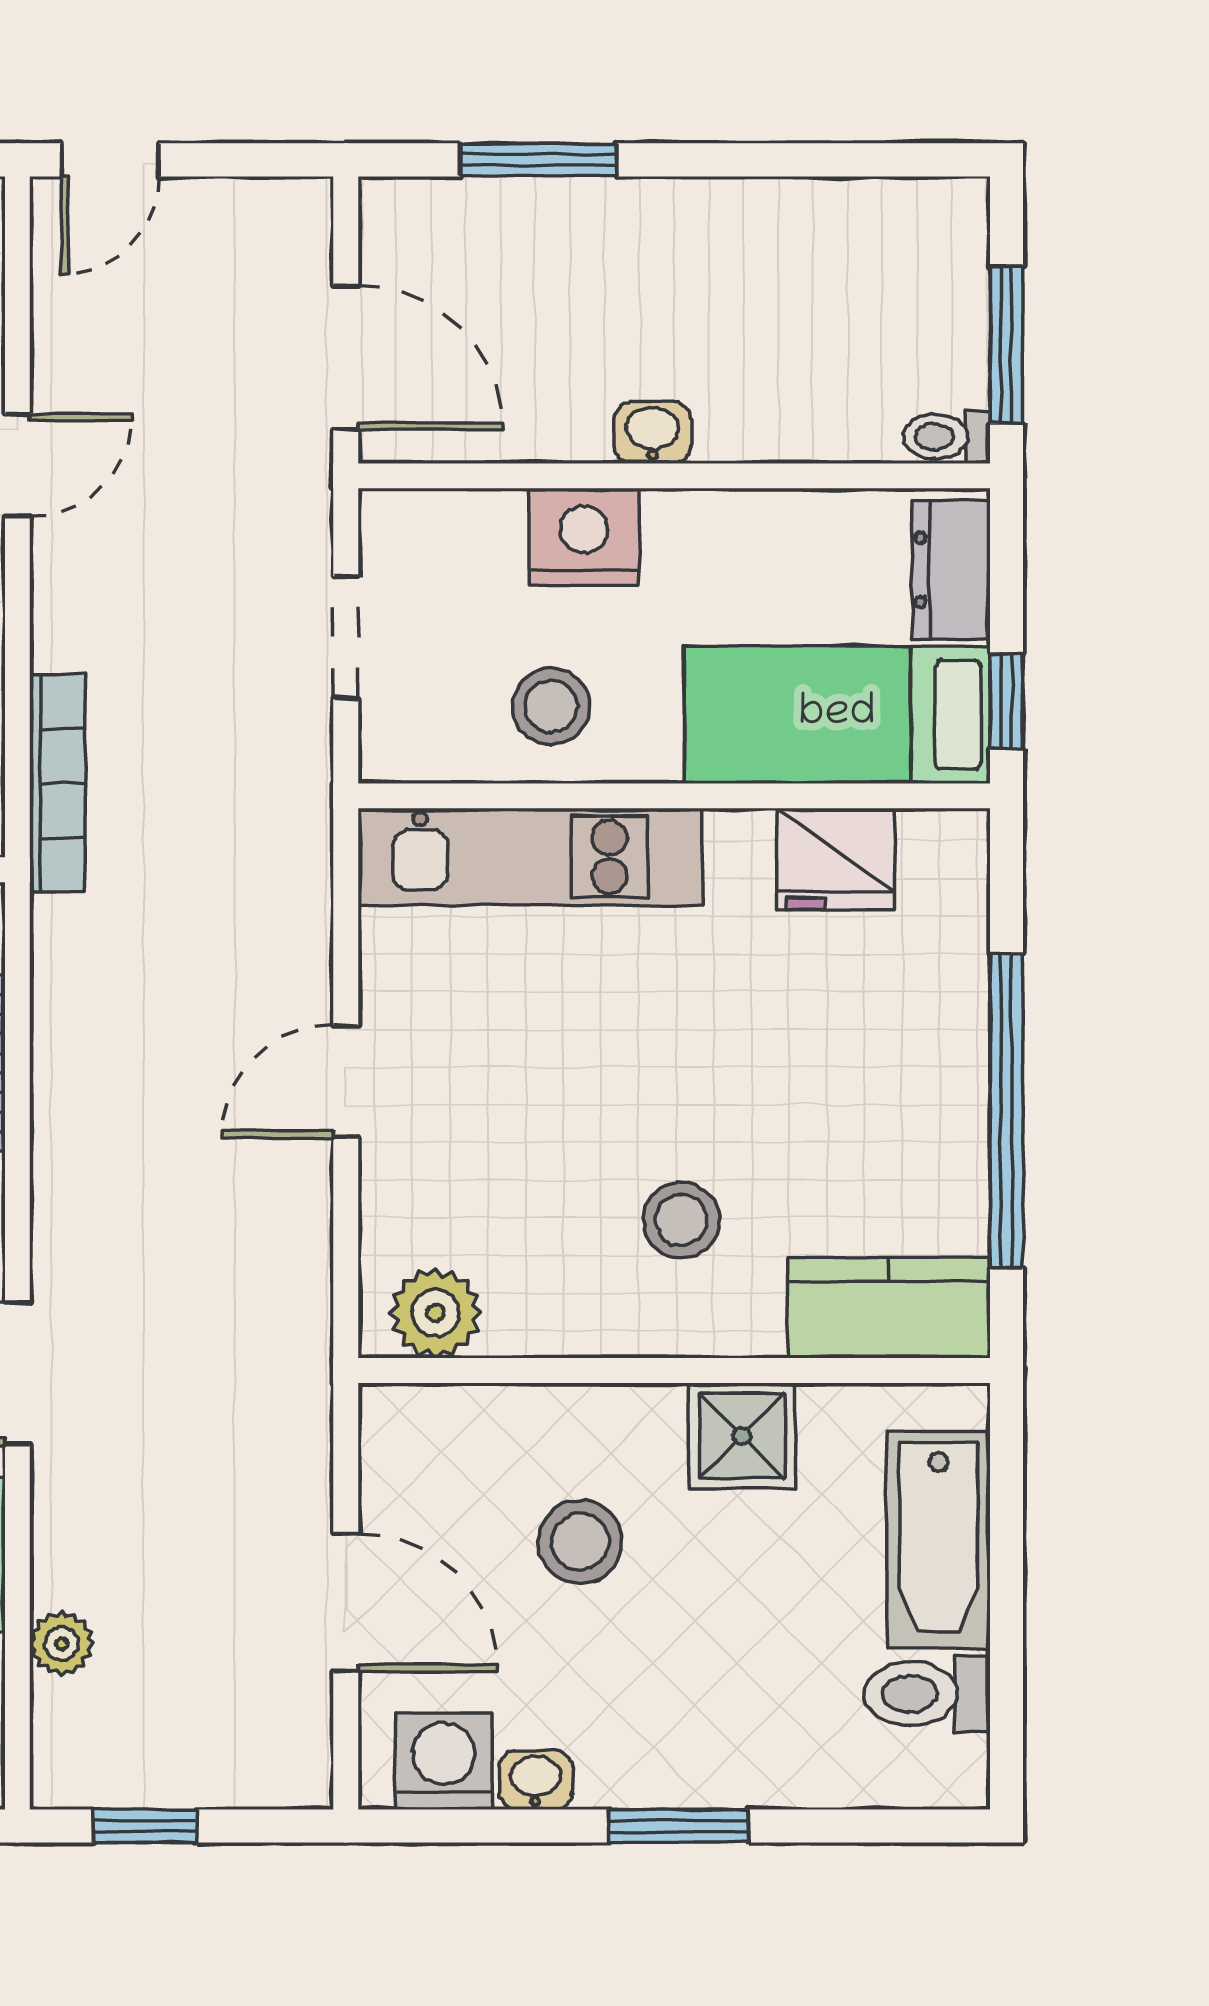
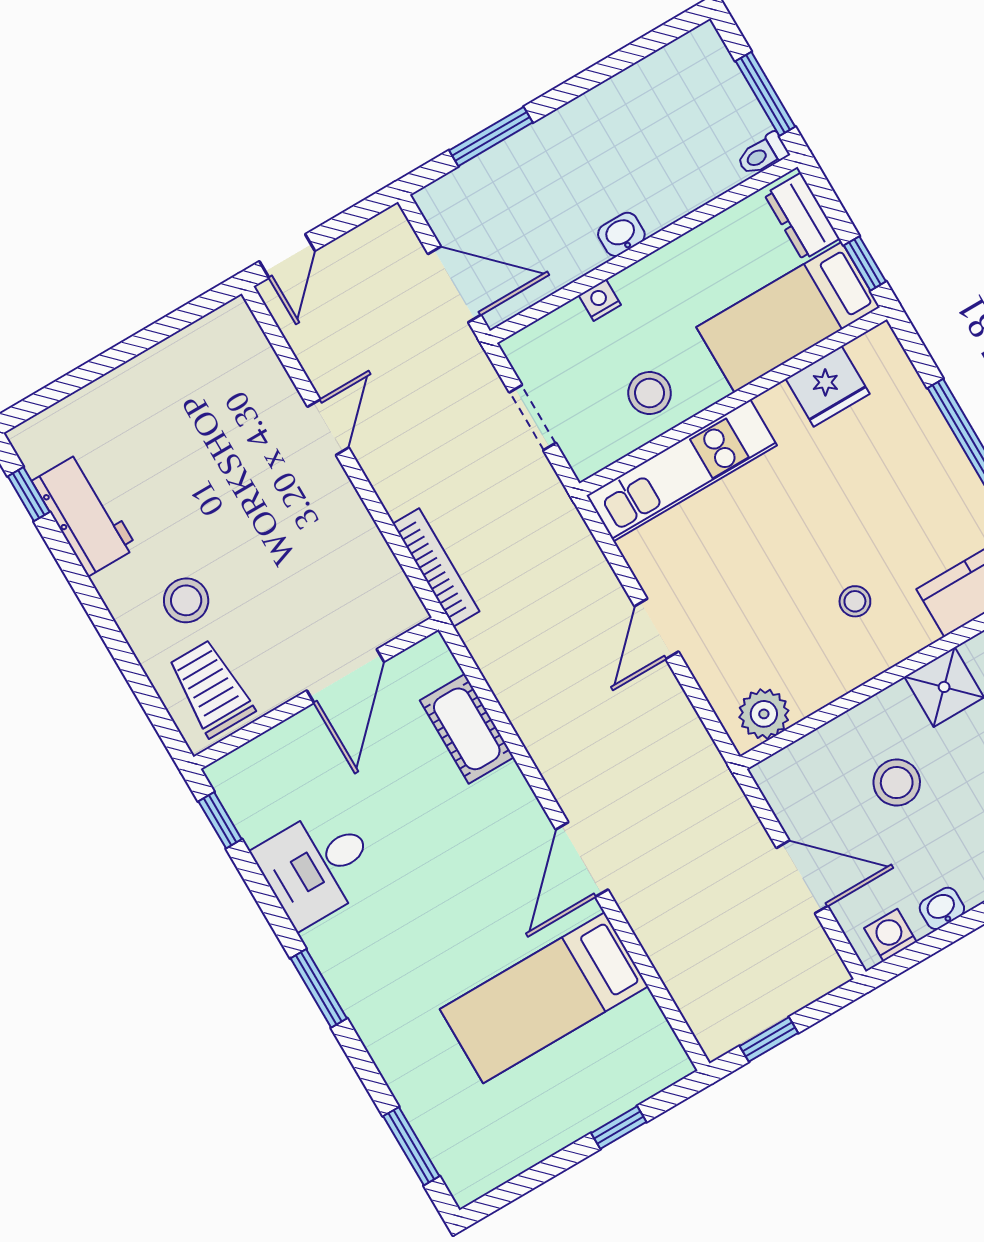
nightstand: (584, 537) -> (600, 300), width x0.53, depth x0.56
stool: (681, 1220) -> (855, 601), width x0.73, depth x0.73
plant: (62, 1644) -> (678, 976), removed
washing machine: (444, 1761) -> (890, 935), width x0.73, depth x0.73

